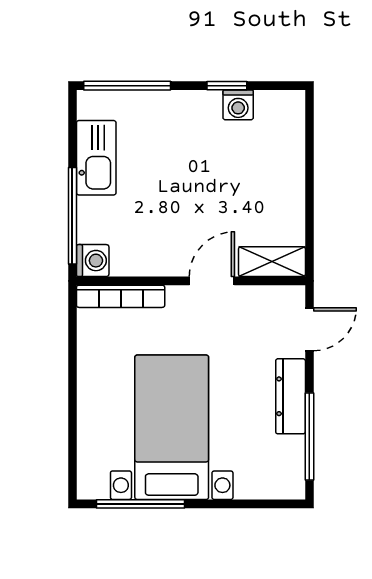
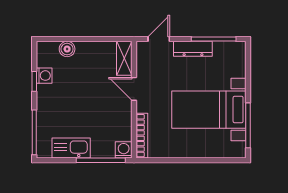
boiler: (290, 150) -> (67, 49), added
door: (309, 329) -> (159, 39), hinge flipped

